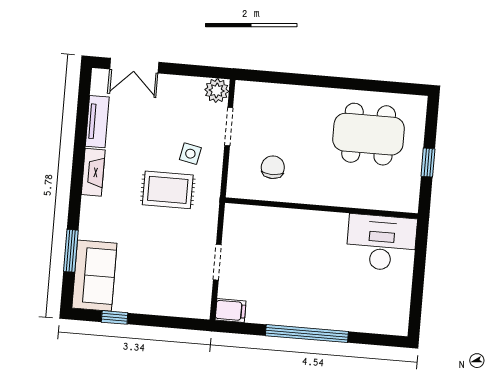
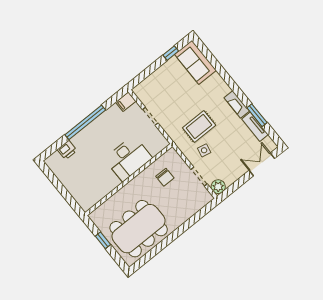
dining table: (369, 134) -> (139, 229), width x1.36, depth x1.24
desk: (381, 243) -> (128, 158), moved
window: (71, 251) -> (257, 115), moved
printer: (364, 321) -> (67, 150), added

